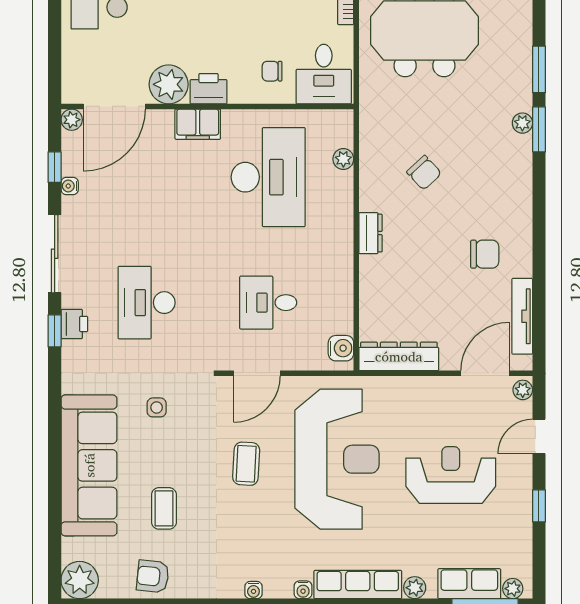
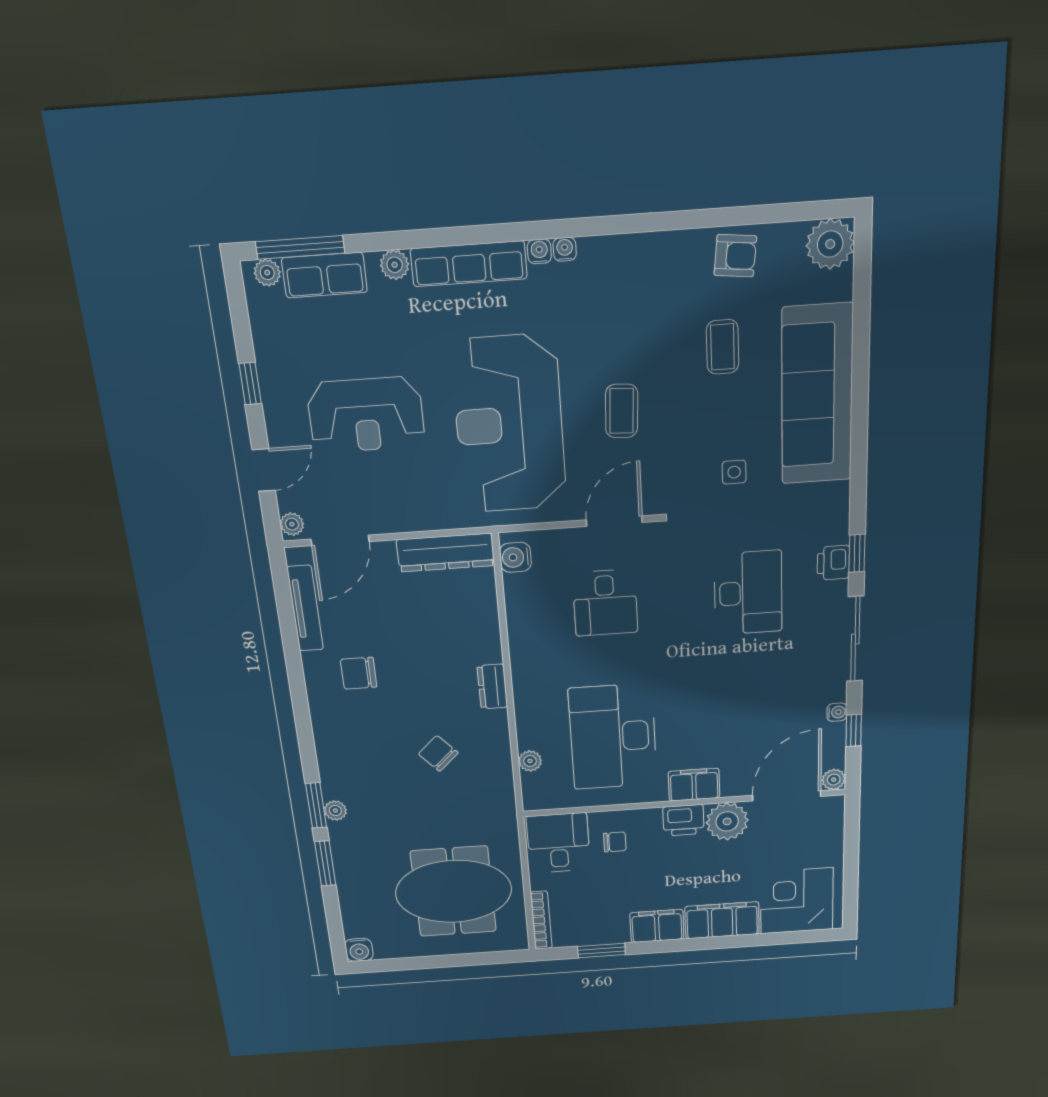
desk: (268, 303) -> (605, 603), turned 90
water cooler: (253, 590) -> (565, 249), moved

